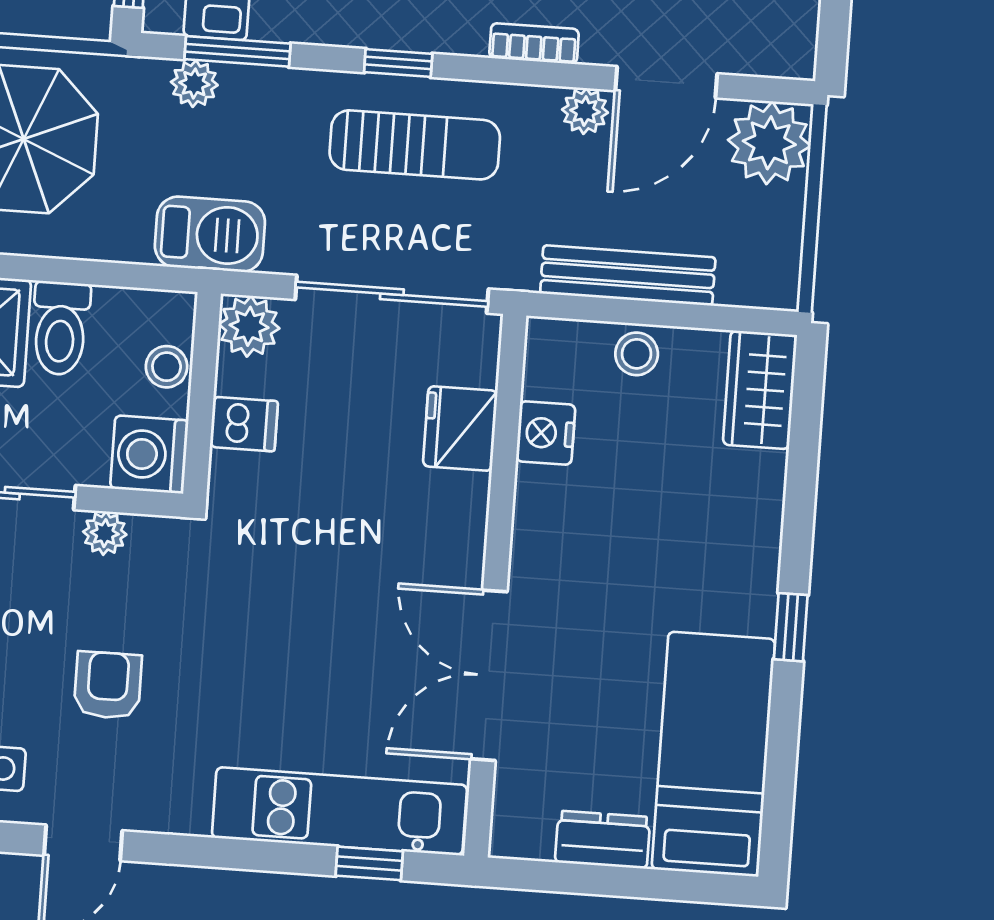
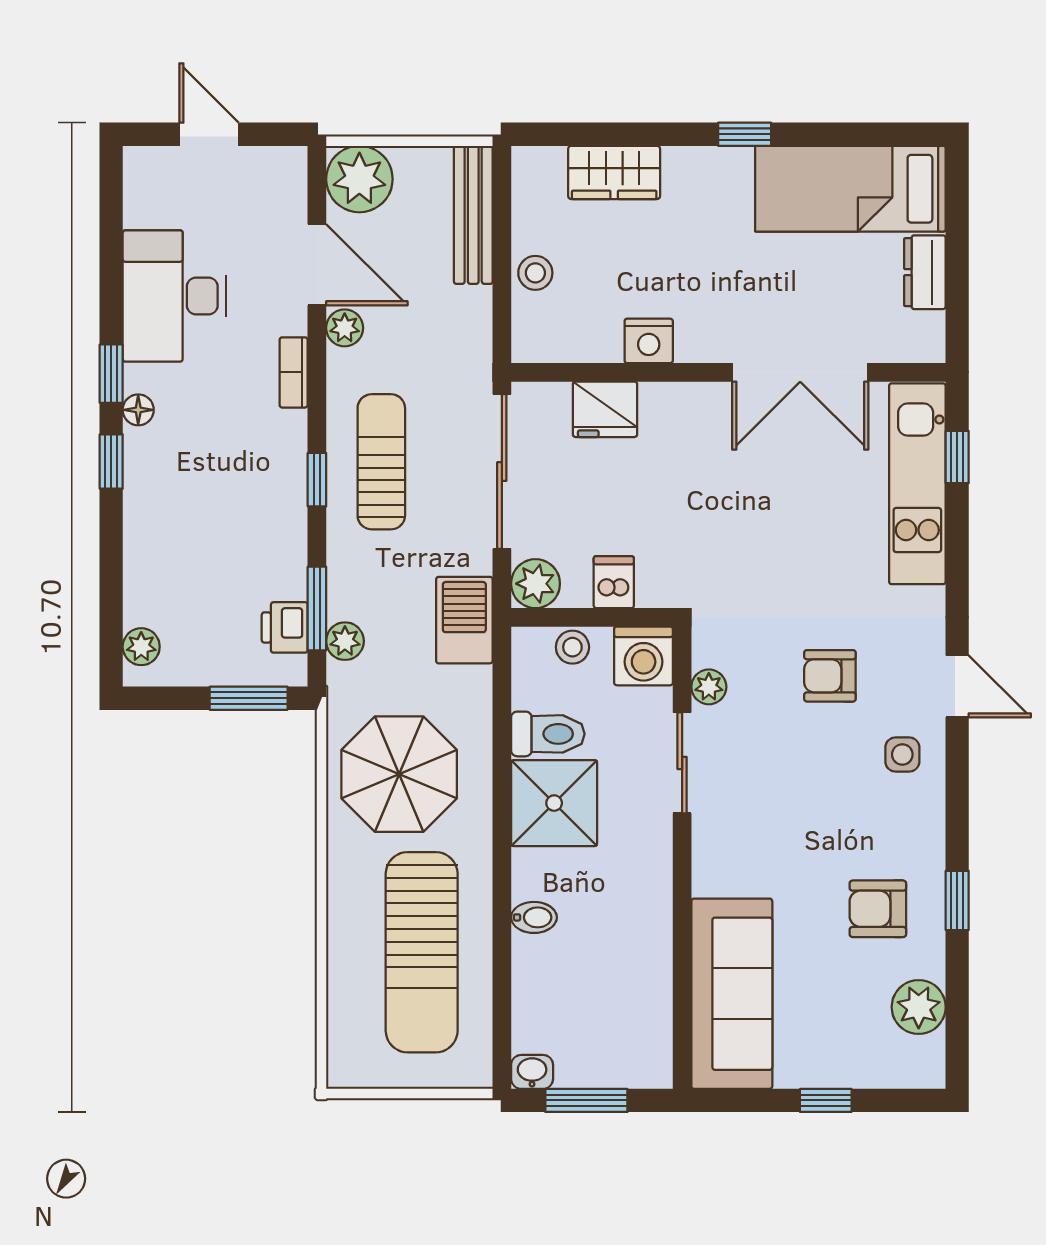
bench: (628, 275) -> (473, 215), moved
wardrobe: (760, 390) -> (614, 172), moved
nightstand: (546, 433) -> (649, 341), moved

